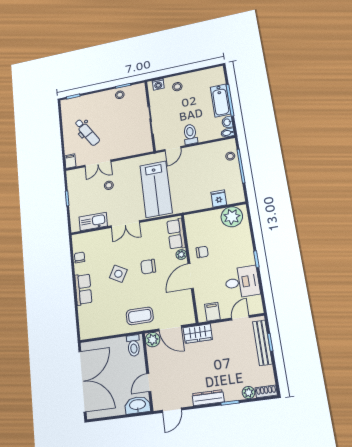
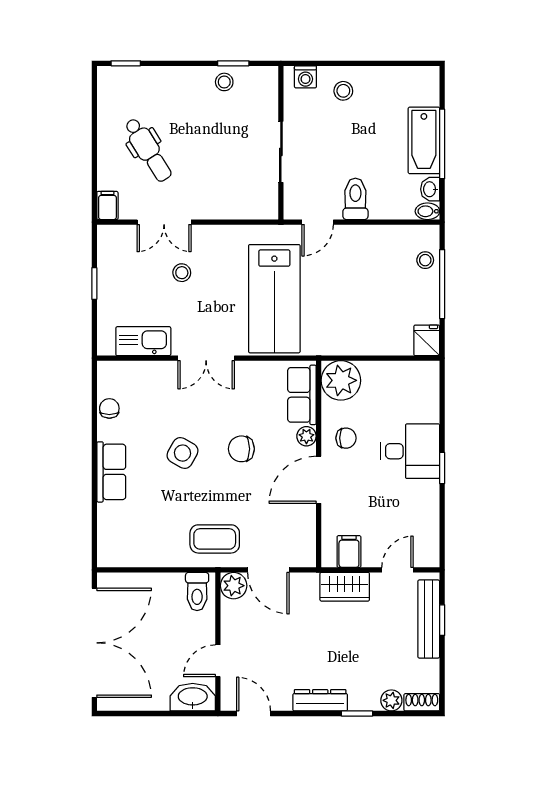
fridge: (219, 198) -> (427, 340), moved
plant: (232, 217) -> (341, 380), moved
desk: (242, 282) -> (410, 451), moved
wardrobe: (198, 334) -> (345, 587), moved
door: (172, 410) -> (254, 714), swing flipped

